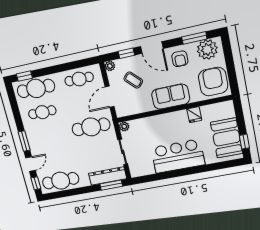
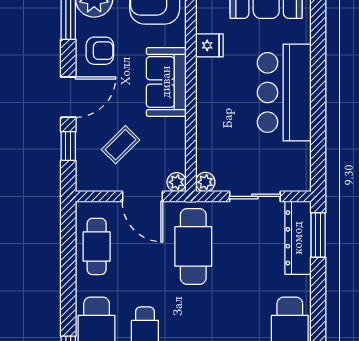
plant: (110, 66) -> (177, 182), moved

